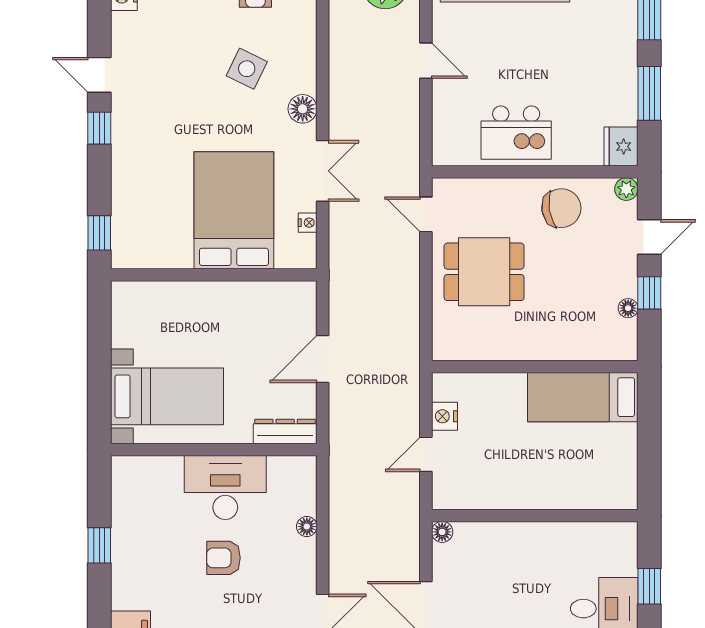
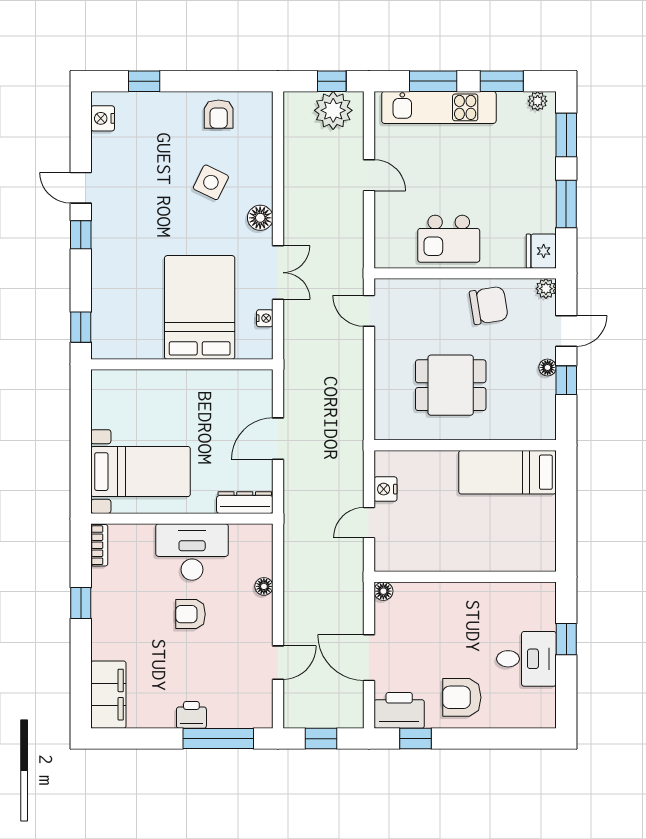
dining table: (484, 272) -> (451, 385), moved
floor lamp: (628, 308) -> (548, 367), moved
bookcase: (120, 480) -> (99, 545), added

